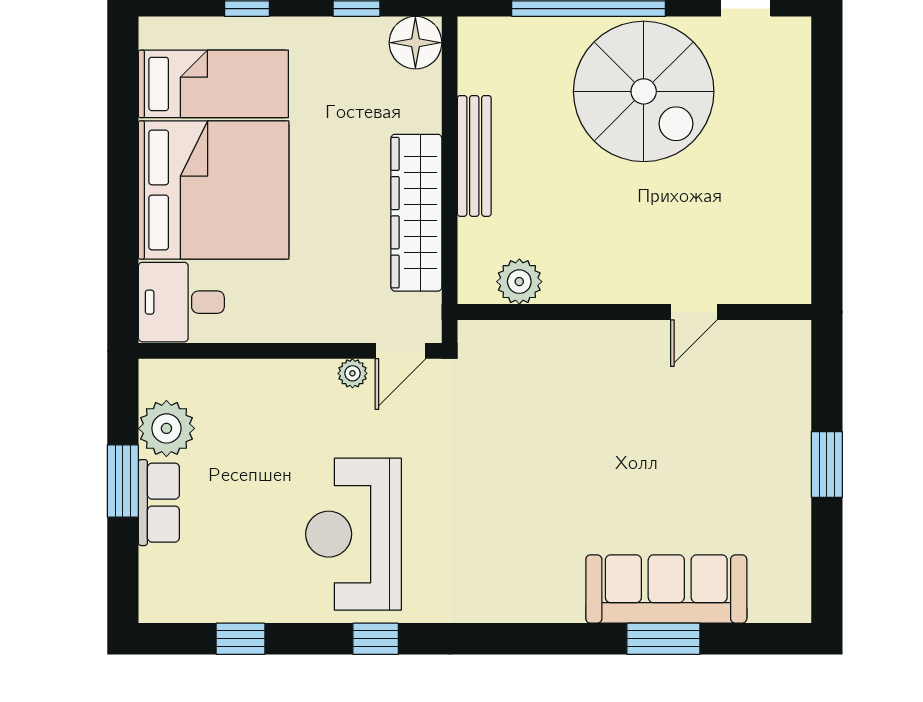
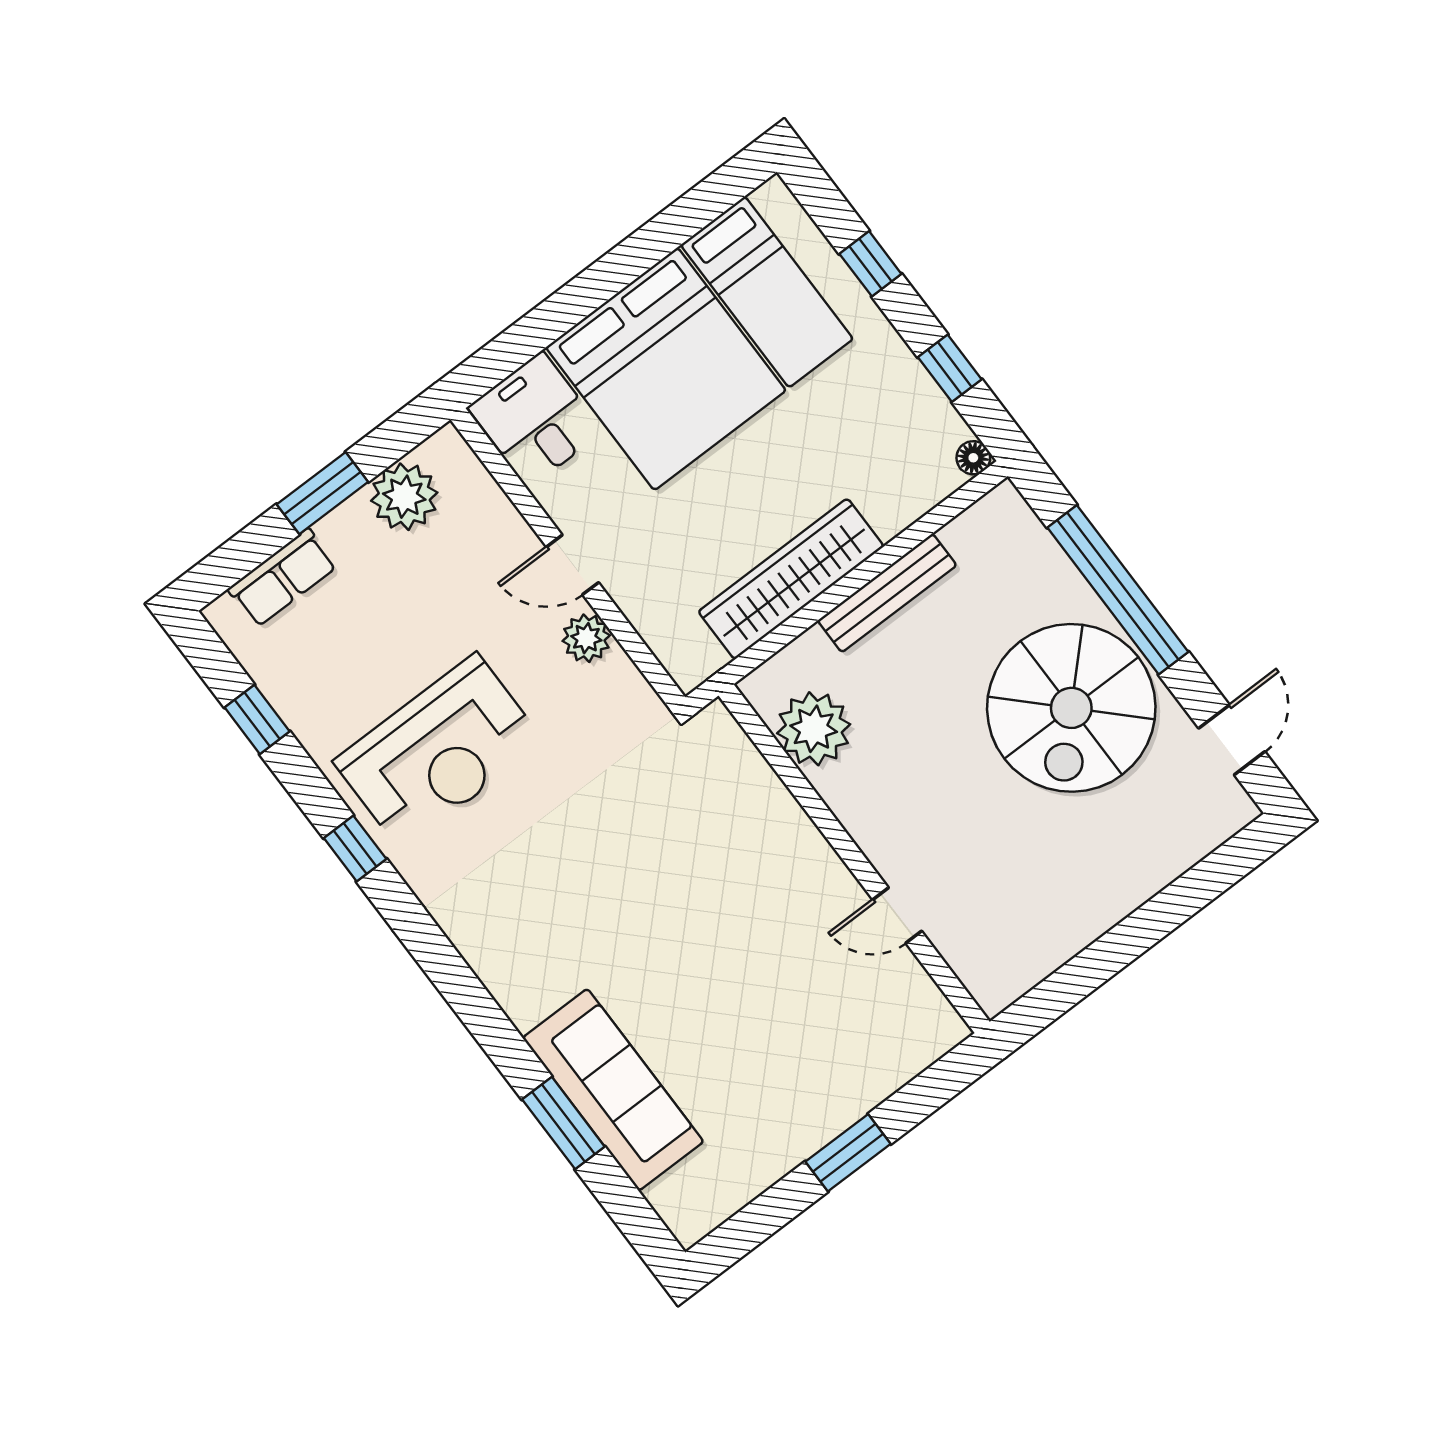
floor lamp: (415, 43) -> (973, 458), width x0.53, depth x0.53
plant: (519, 282) -> (814, 729), width x1.36, depth x1.36
door: (401, 351) -> (572, 565), moved
plant: (352, 373) -> (586, 638), width x1.38, depth x1.38
row of seats: (159, 503) -> (283, 578), moved
reception desk: (353, 534) -> (439, 752), turned 180

